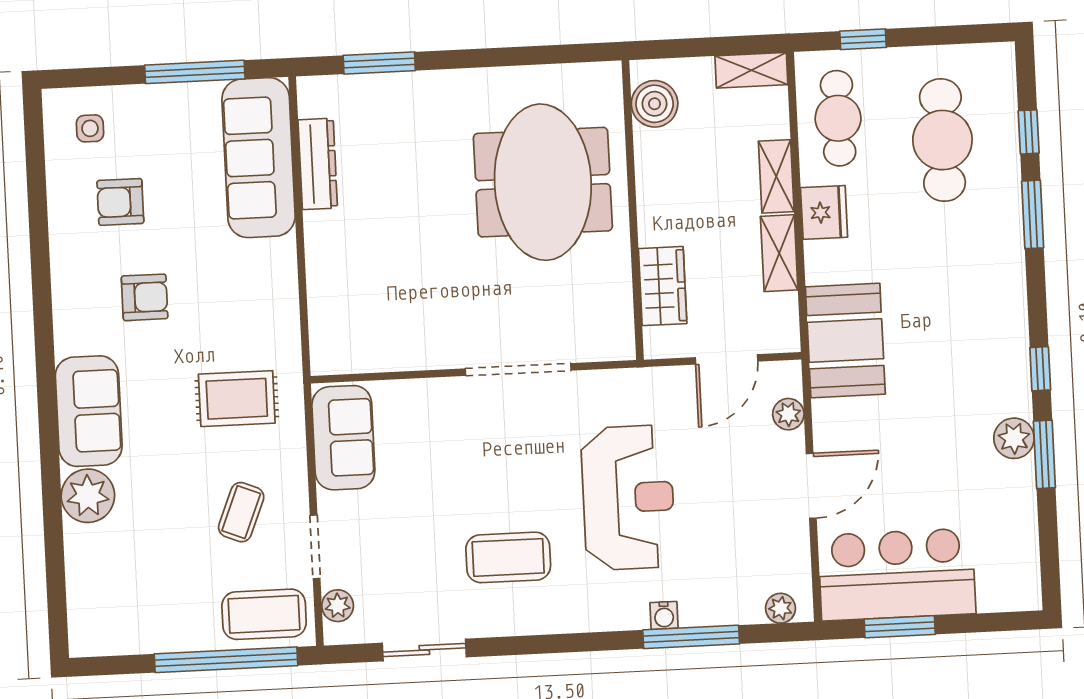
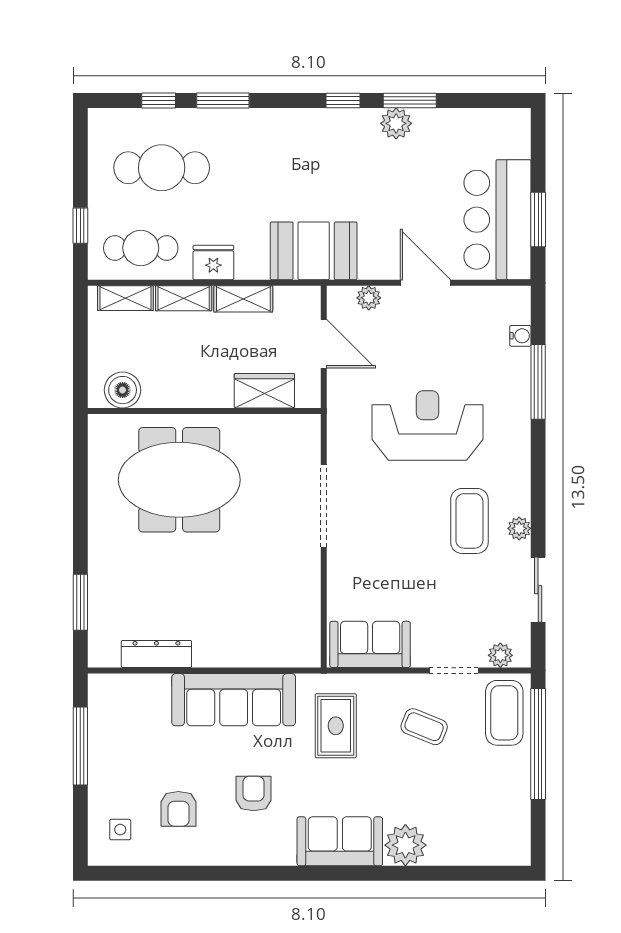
shelving: (751, 70) -> (125, 298), moved, turned 90
sofa: (259, 158) -> (234, 700), moved
plant: (780, 608) -> (519, 528), moved
water cooler: (664, 615) -> (520, 336), moved

